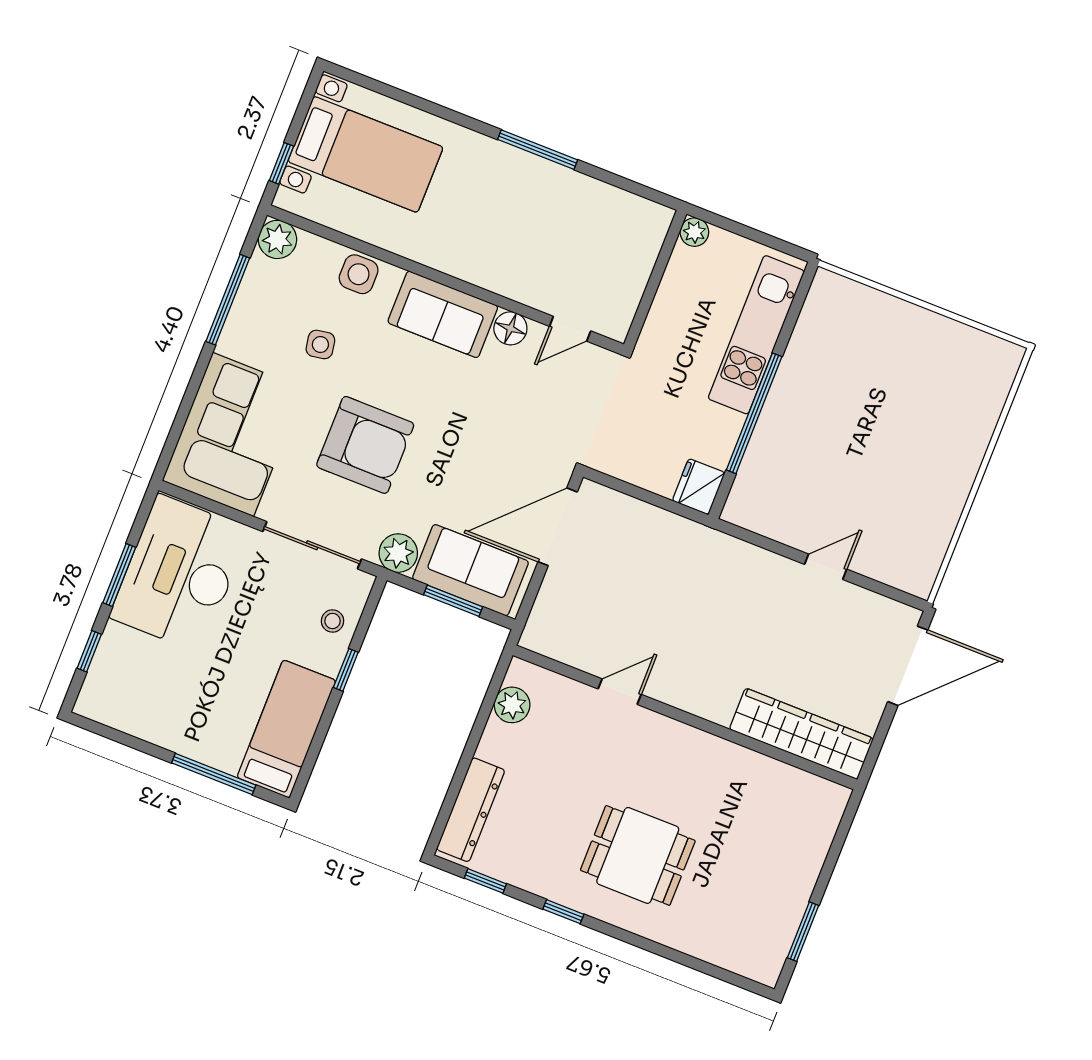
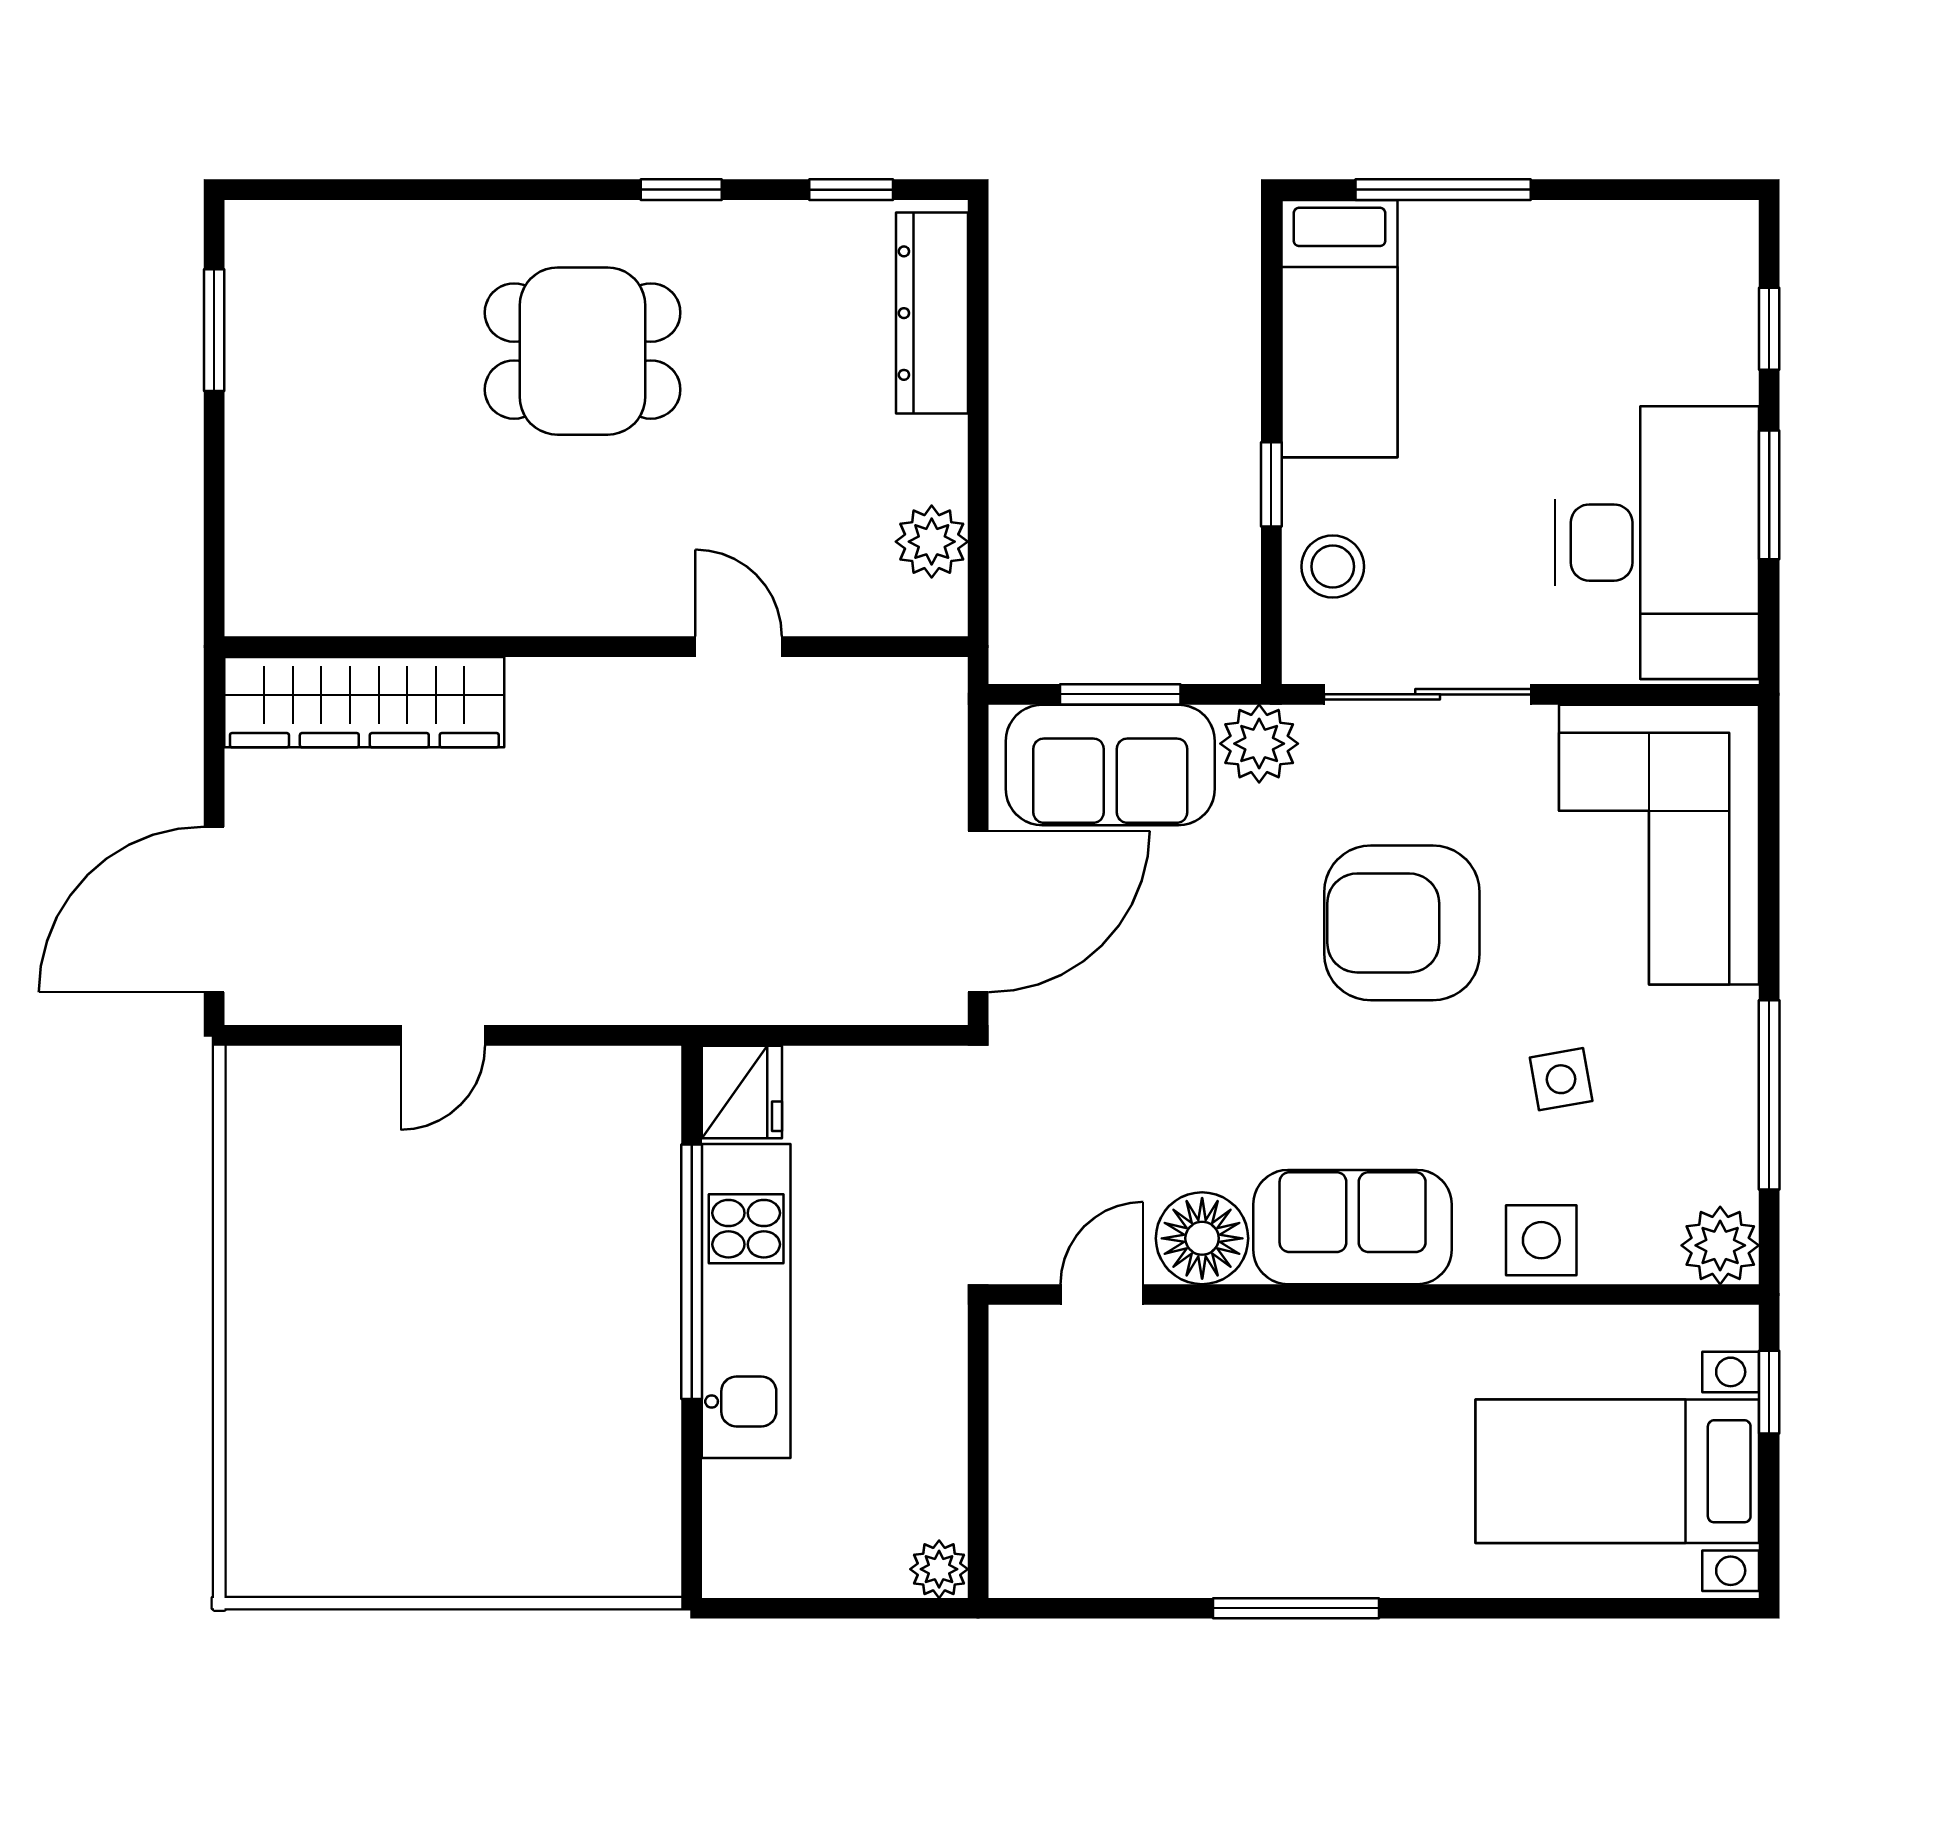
floor lamp: (510, 328) -> (1202, 1238), width x1.38, depth x1.38
kitchen unit: (756, 335) -> (746, 1301), moved
stool: (333, 621) -> (1333, 567), width x1.37, depth x1.37
door: (620, 692) -> (739, 647), swing flipped

